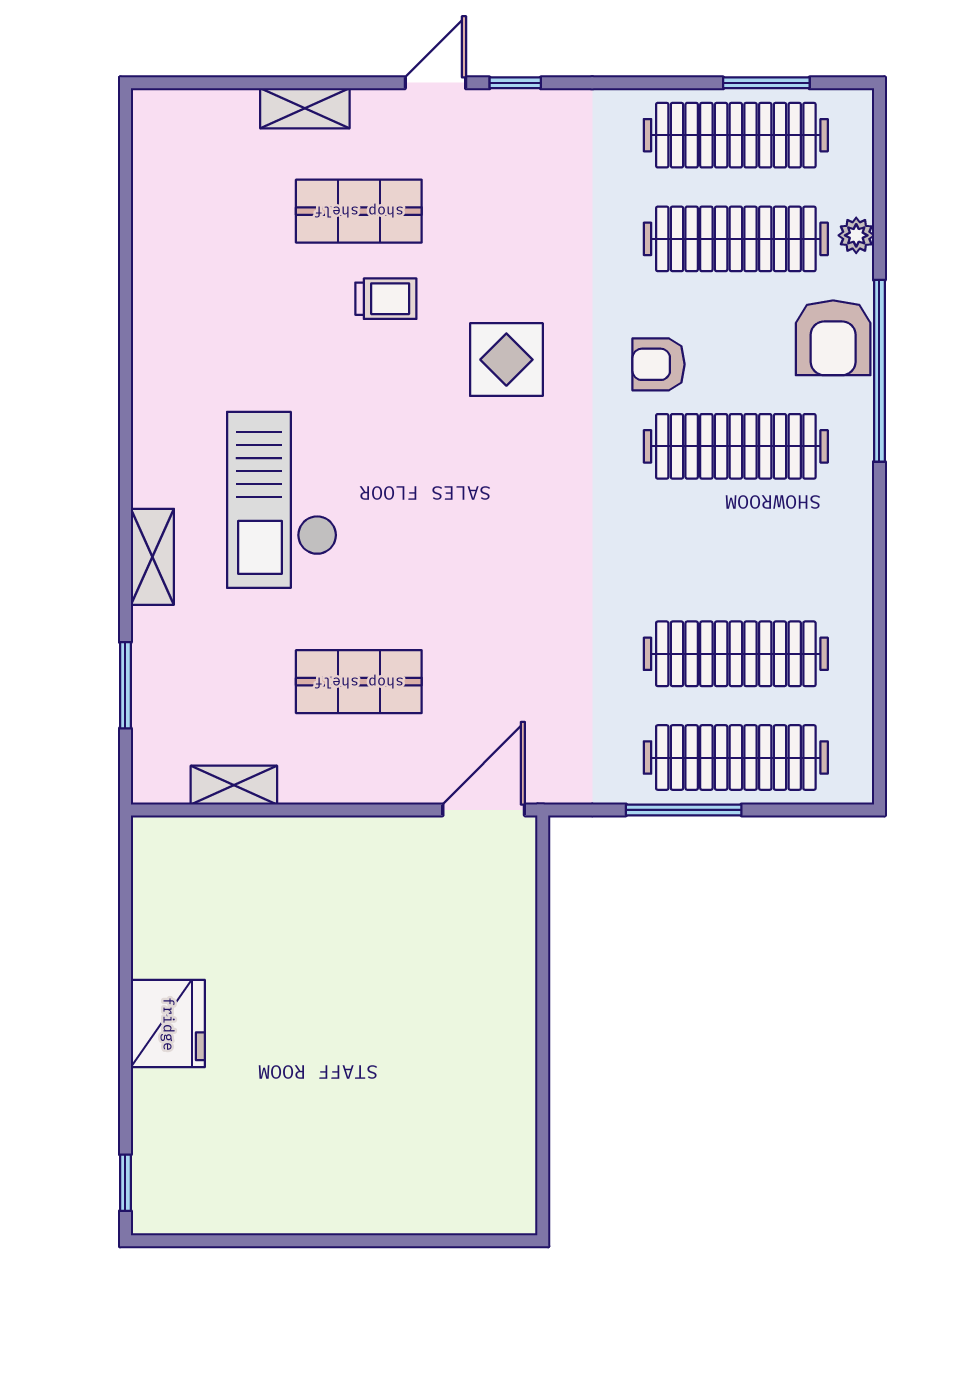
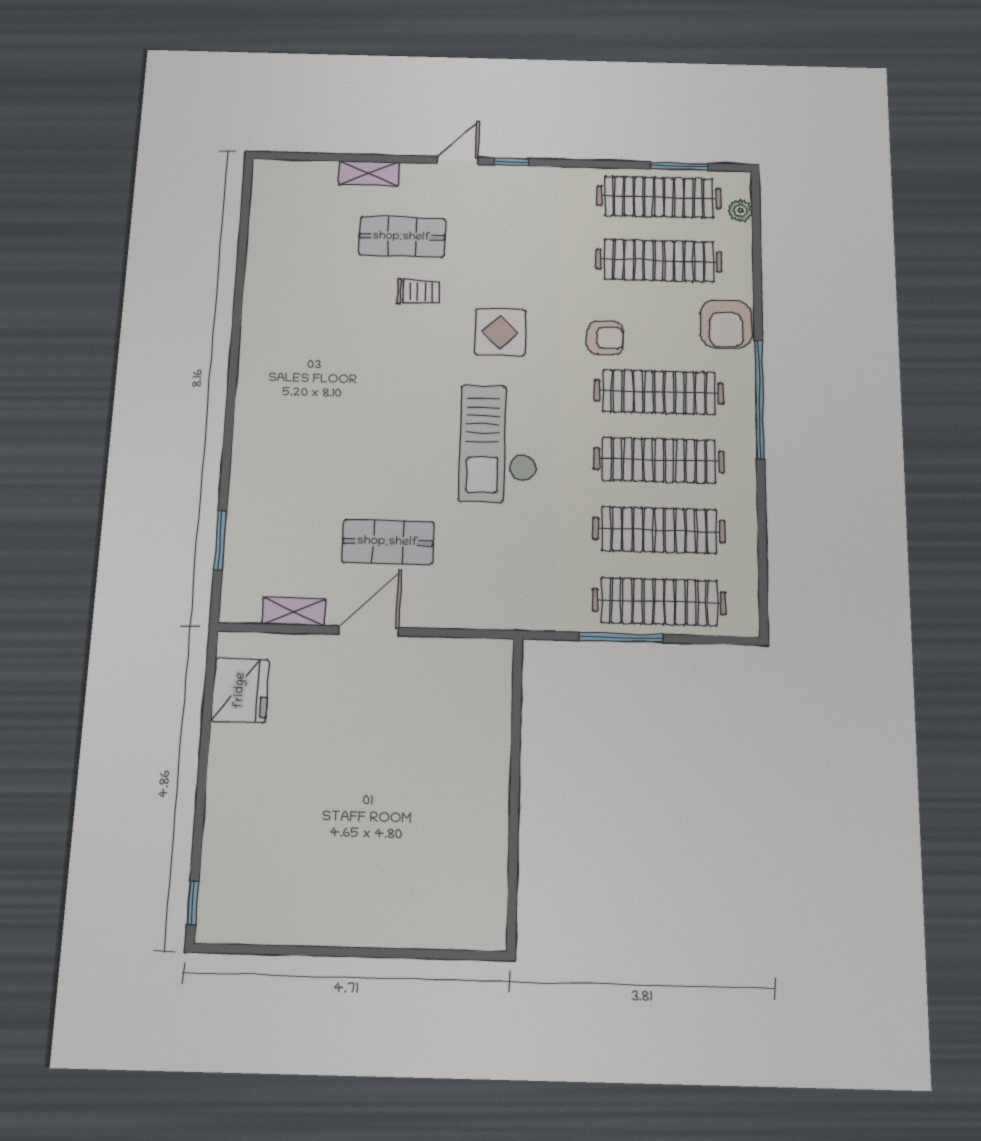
plant: (856, 235) -> (740, 211), moved
armchair: (659, 364) -> (605, 338), turned 180
window: (879, 371) -> (760, 399), moved
checkout: (282, 500) -> (499, 444), moved
clothes rail: (736, 550) -> (659, 460), added
shelving: (152, 557) -> (246, 454), removed
door: (484, 810) -> (369, 631), moved
fridge: (168, 1024) -> (240, 690), moved

